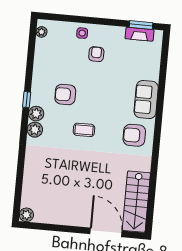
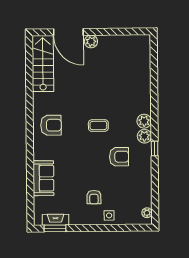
sofa: (146, 100) -> (43, 178), moved
plant: (26, 215) -> (91, 41), moved

